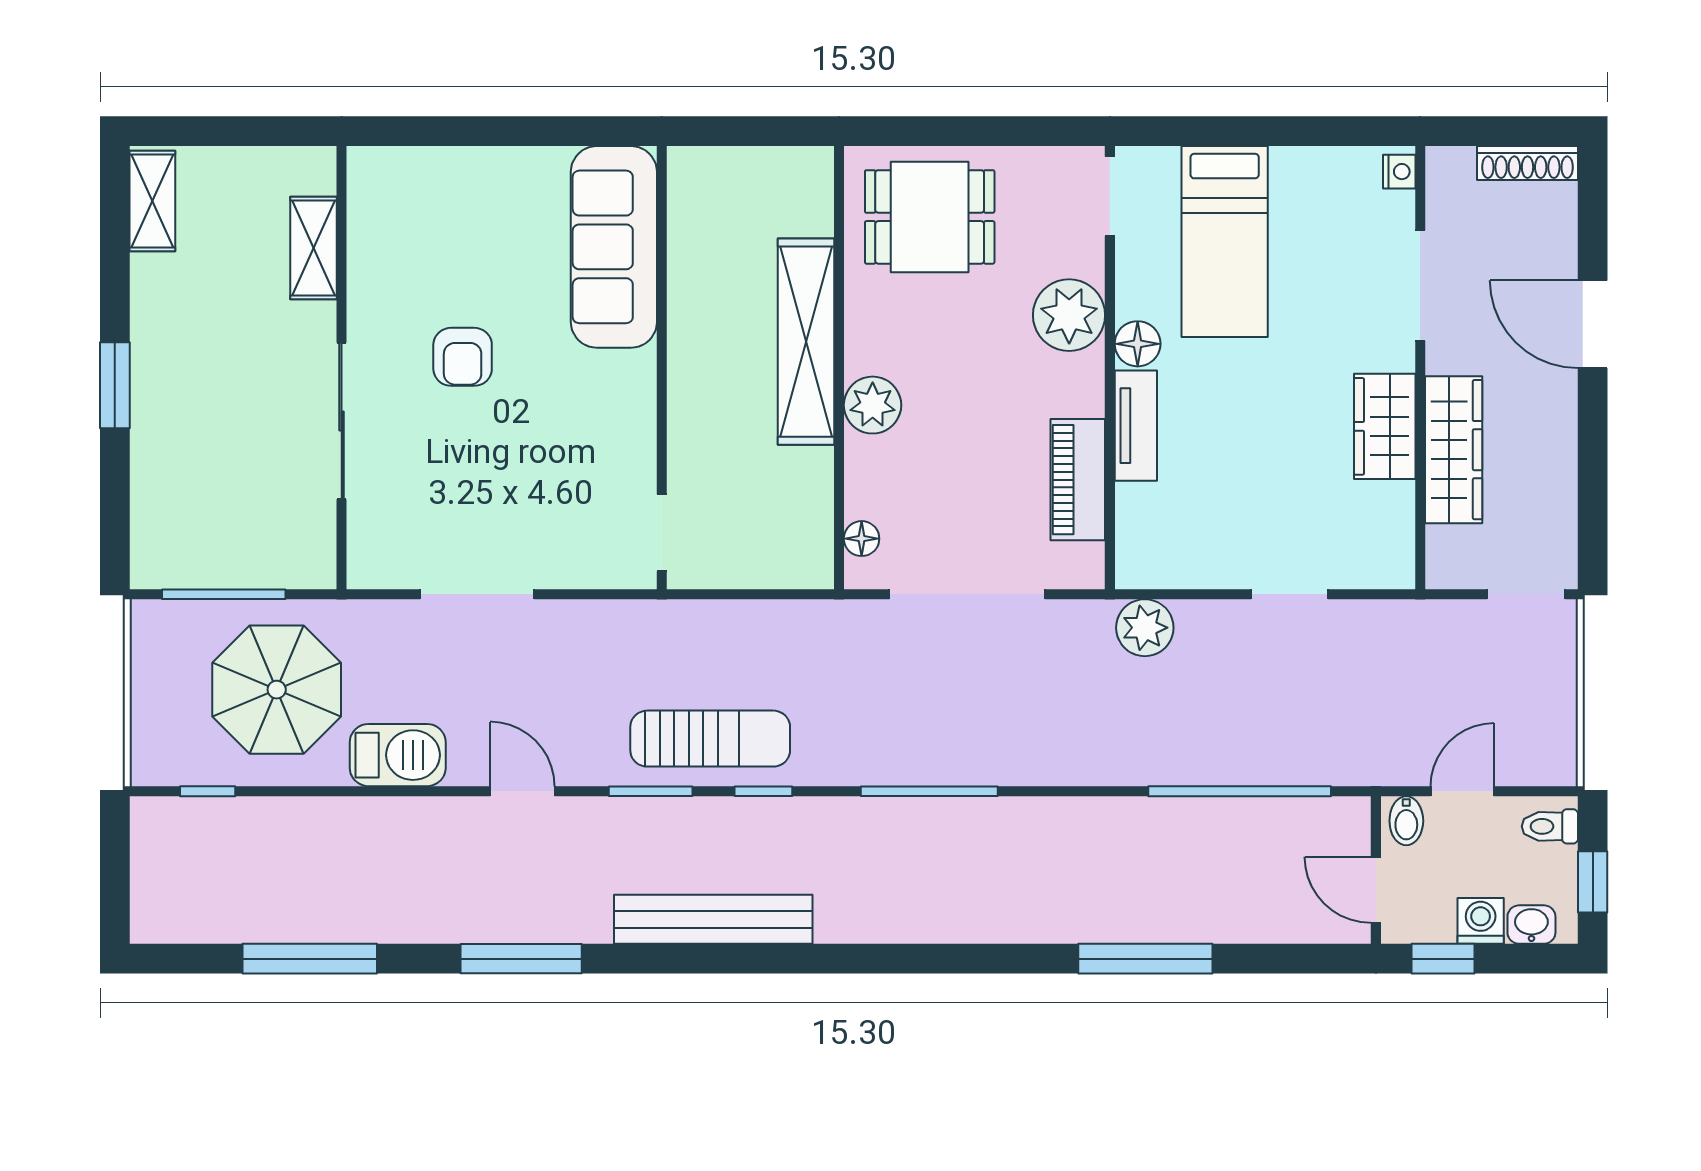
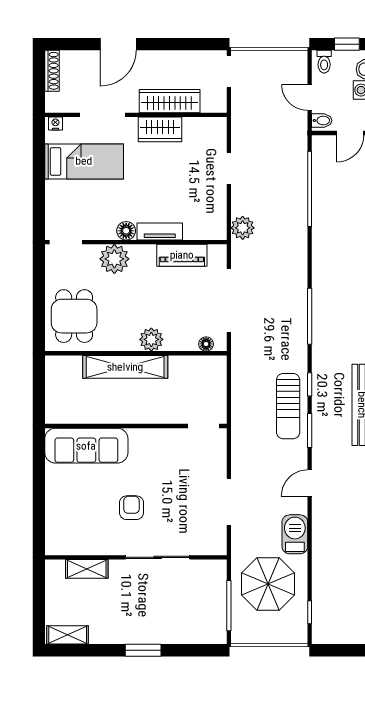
bed: (1225, 242) -> (84, 161), moved
armchair: (463, 357) -> (131, 508), turned -90
sun lounger: (710, 739) -> (288, 406), turned 180

